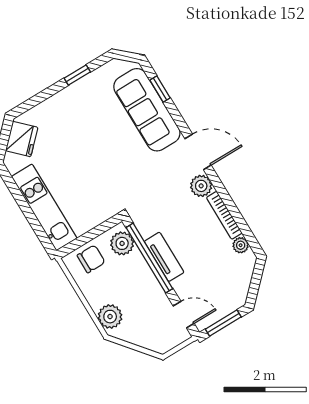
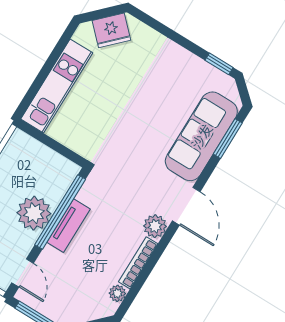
window: (77, 75) -> (219, 64), moved
window: (160, 89) -> (228, 139), width x1.50
plant: (122, 243) -> (34, 213), moved, width x1.36, depth x1.36
chair: (91, 259) -> (30, 156), removed

